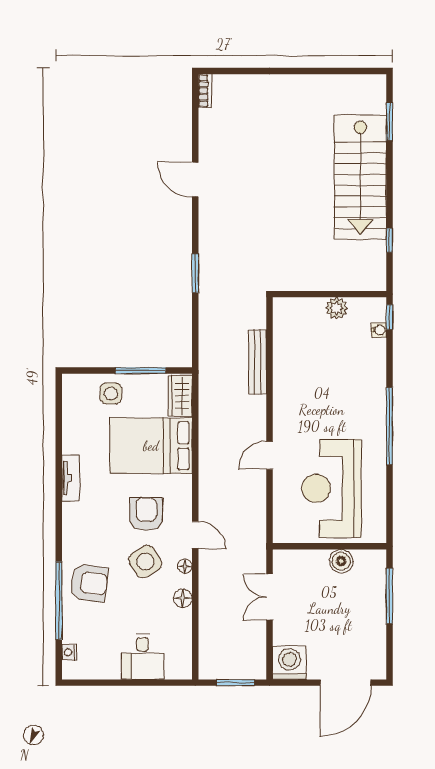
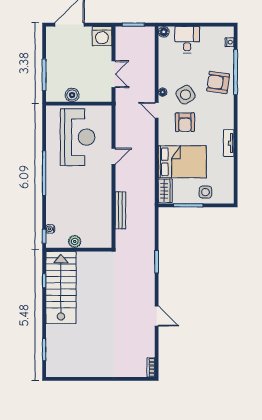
stairs: (360, 177) -> (61, 288), moved
floor lamp: (183, 598) -> (164, 32), moved

